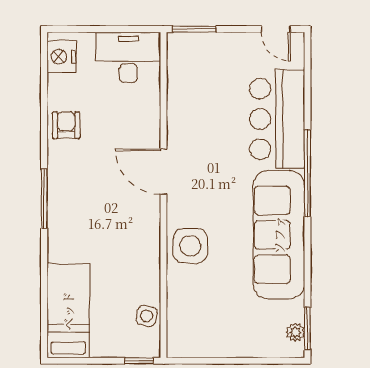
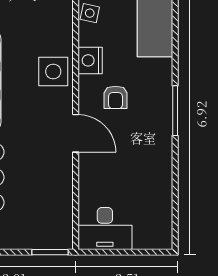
nightstand: (61, 57) -> (90, 60), moved, turned 180
armchair: (66, 125) -> (115, 97), moved

